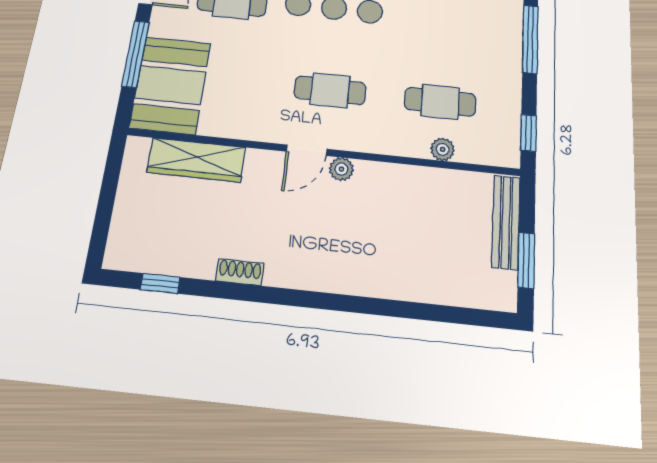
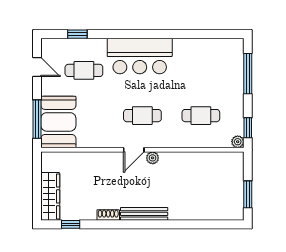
window: (136, 54) -> (37, 119), moved
plant: (443, 149) -> (238, 142), moved
wardrobe: (196, 160) -> (50, 196), moved, turned -90
bench: (506, 222) -> (144, 214), moved, turned 90

